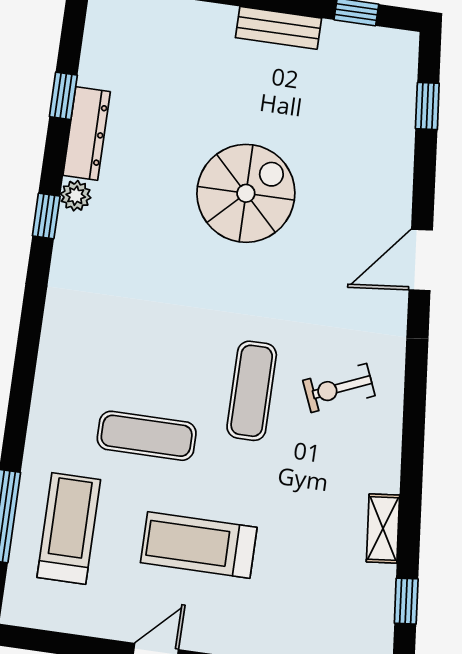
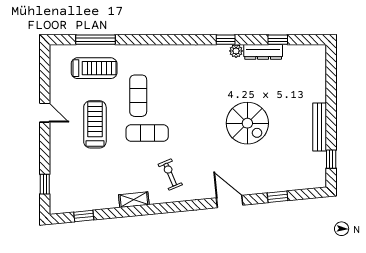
bench: (278, 28) -> (320, 127), width x1.36
window: (427, 106) -> (278, 197), moved
exercise mat: (252, 391) -> (147, 133), moved
shelving: (383, 528) -> (134, 200), moved

